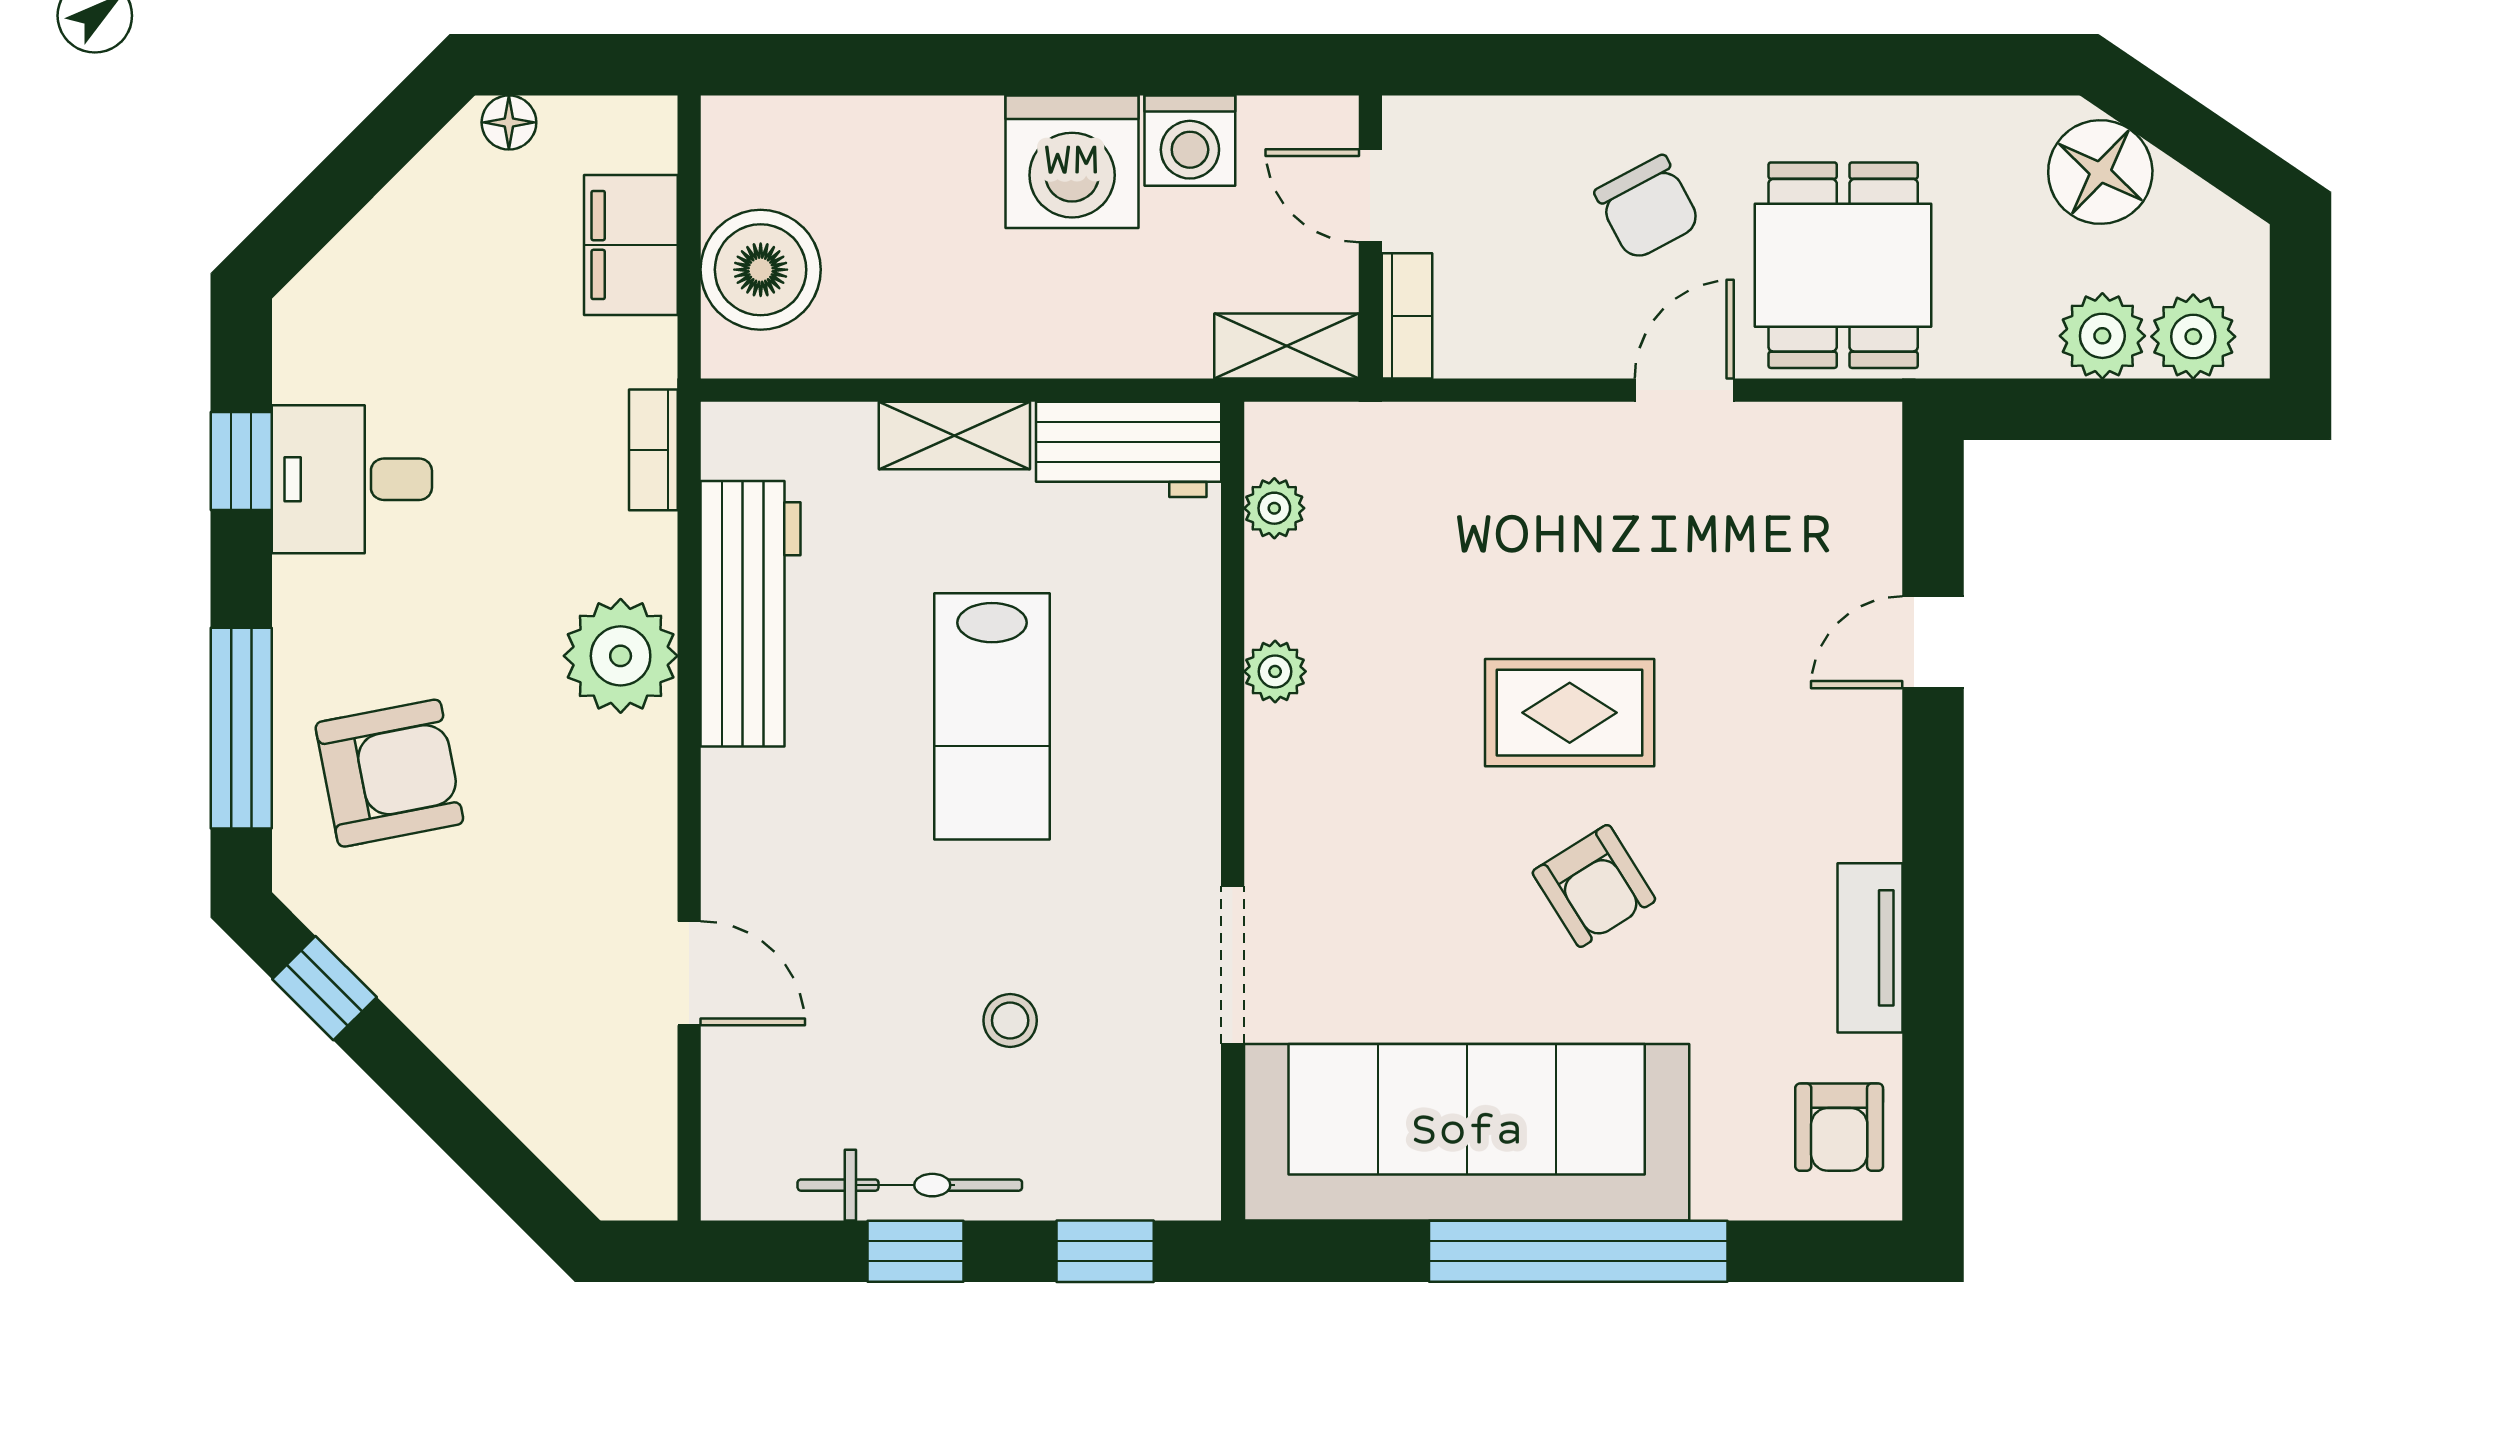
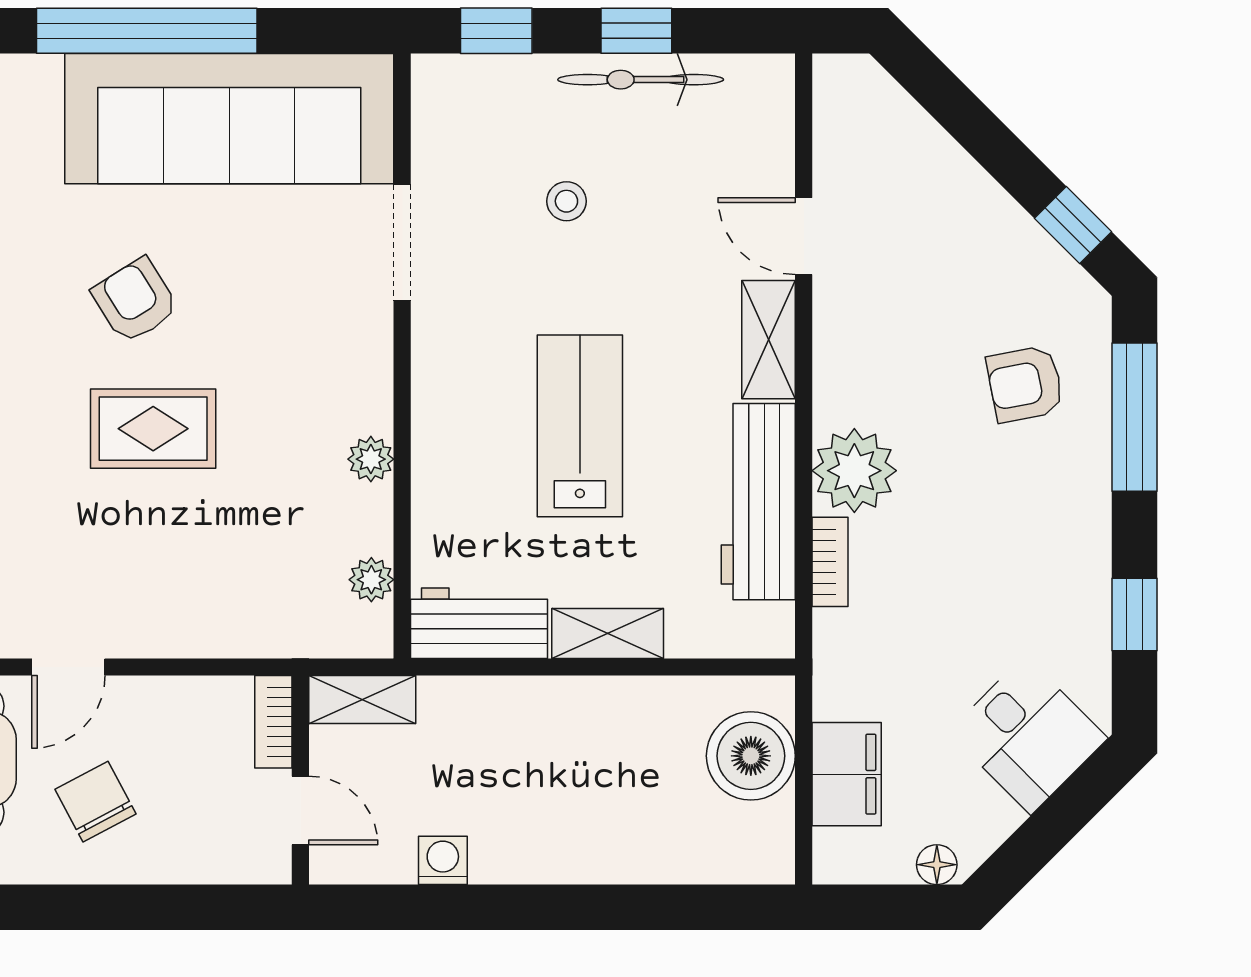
washing machine: (1190, 141) -> (443, 860), width x0.73, depth x0.73
washing machine: (1072, 162) -> (521, 836), removed
bookcase: (653, 450) -> (830, 562), moved
desk: (352, 479) -> (1028, 735), moved, turned 45
armchair: (389, 773) -> (1025, 384), width x0.72, depth x0.72
shelving: (737, 833) -> (768, 340), added

